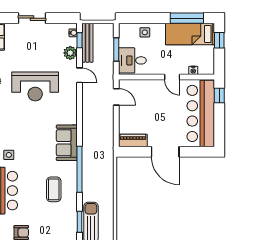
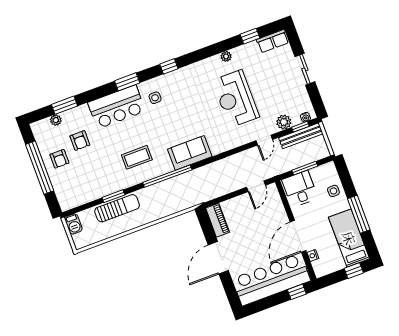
window: (187, 18) -> (359, 214), moved
door: (172, 77) -> (298, 236), width x1.87

